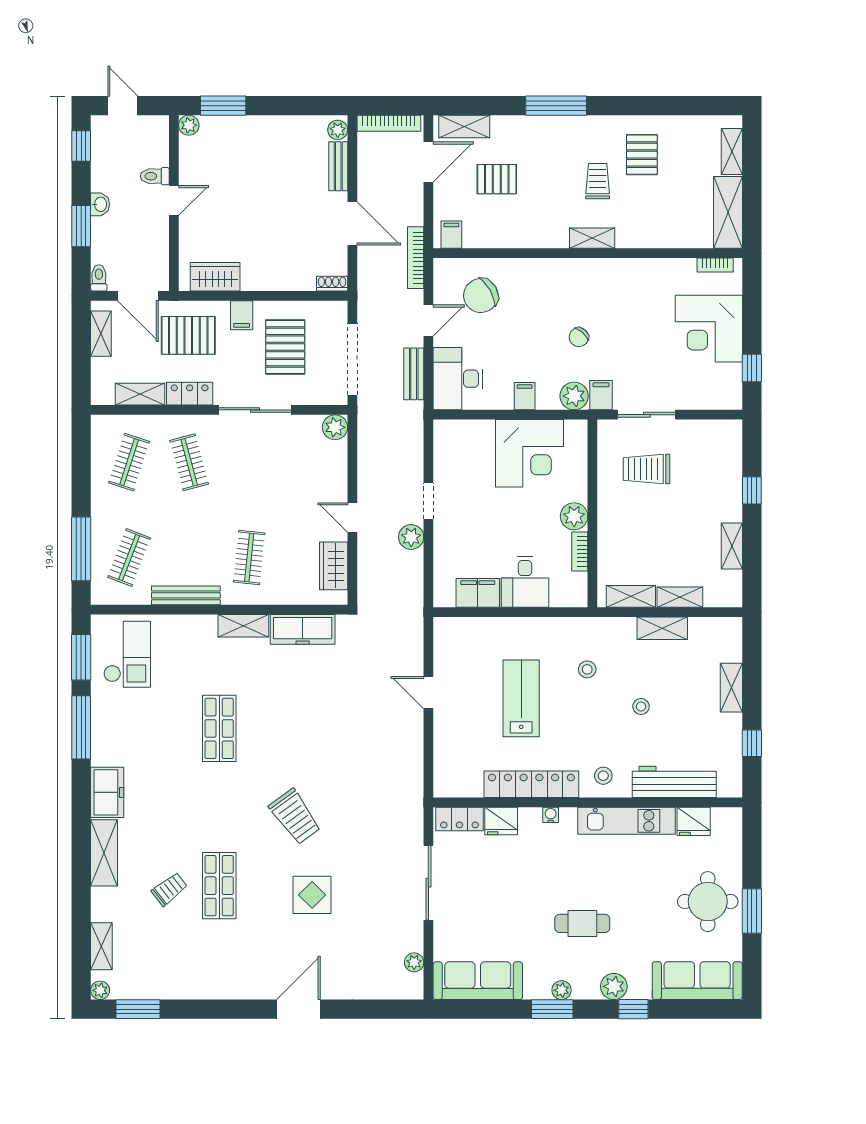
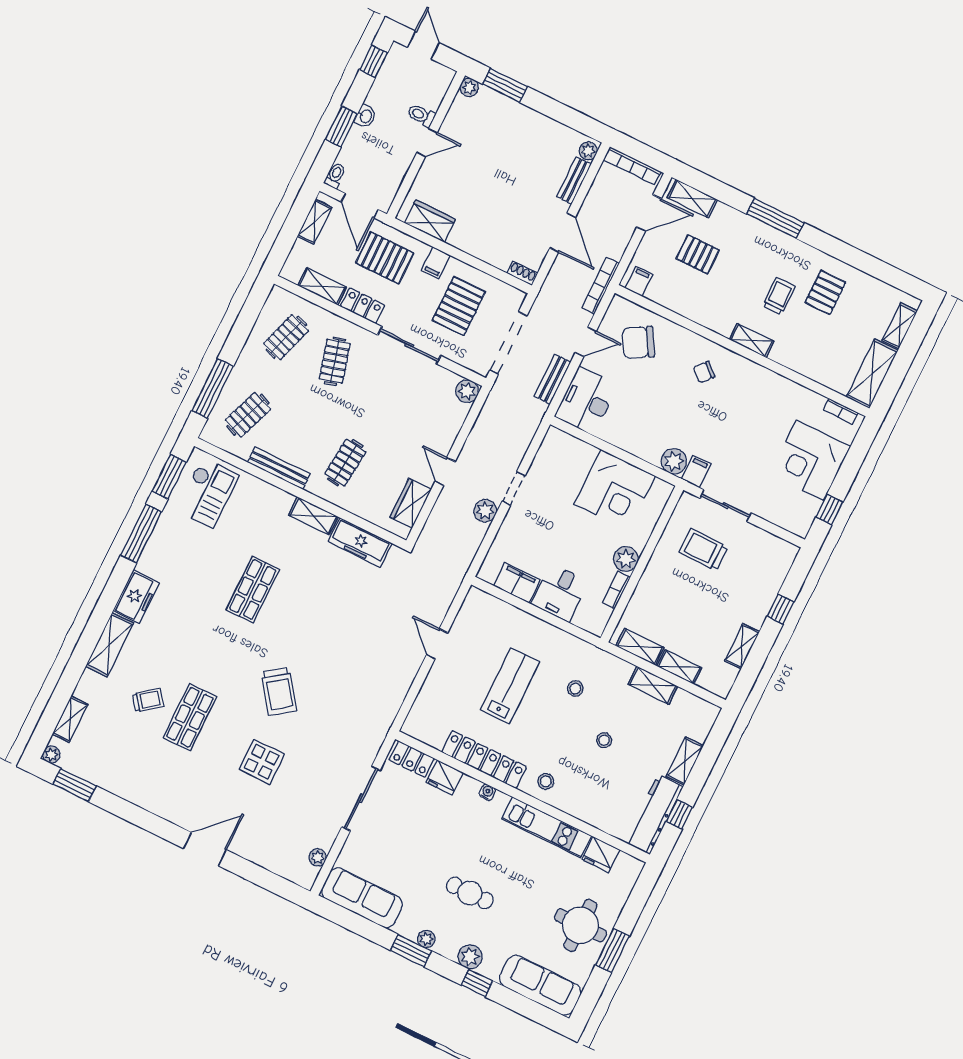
chair: (579, 337) -> (704, 372), moved
filing cabinet: (525, 396) -> (634, 442), removed
workbench: (674, 782) -> (654, 814), moved, turned -90

